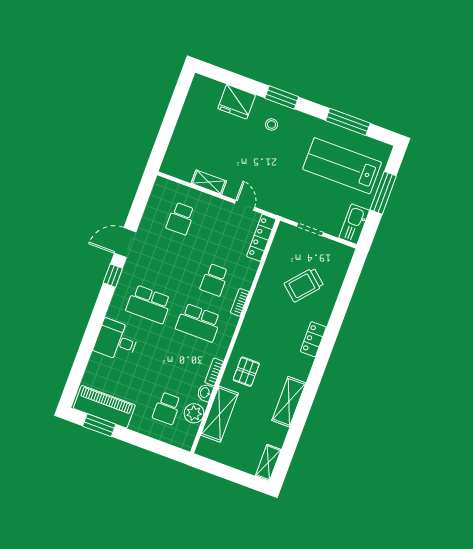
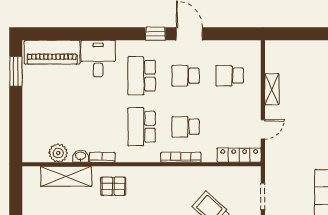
bookcase: (240, 302) -> (181, 157), width x1.56
piano: (104, 407) -> (52, 52), moved, turned 90
school desk: (167, 408) -> (186, 76), moved

